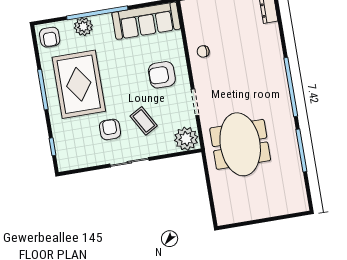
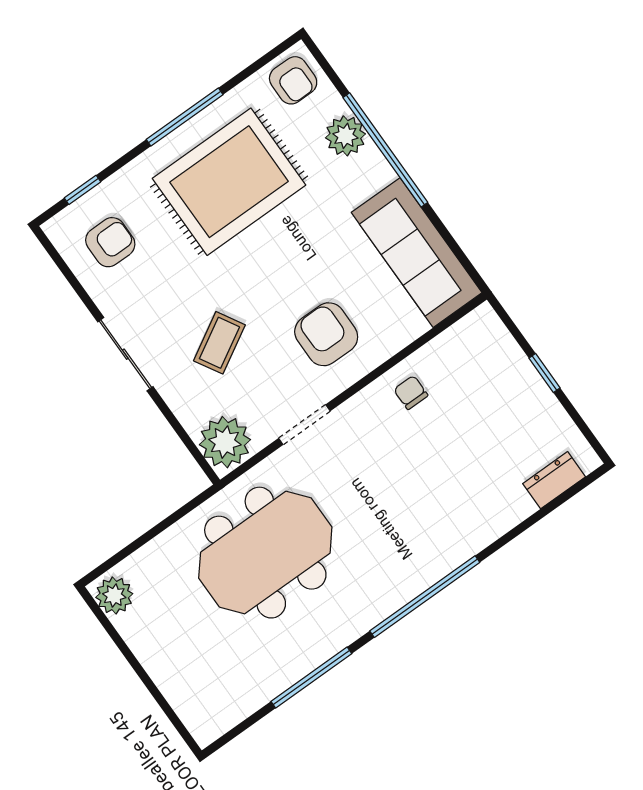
armchair: (50, 37) -> (293, 80), turned -90
armchair: (110, 129) -> (110, 242), moved
plant: (227, 216) -> (114, 596), added

